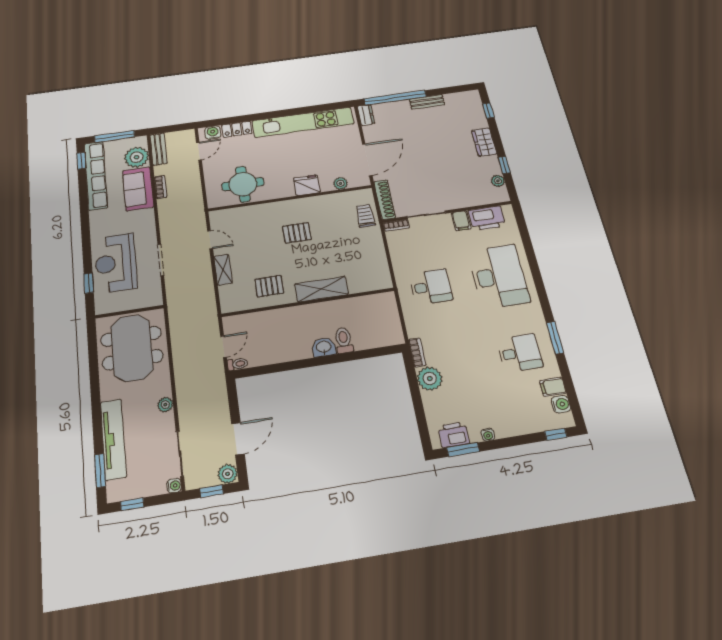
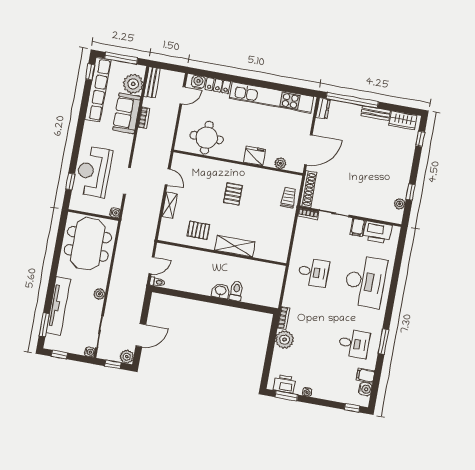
wardrobe: (484, 142) -> (403, 120), moved, turned -90
pallet: (297, 233) -> (233, 194), turned 90
water cooler: (157, 300) -> (115, 213), added

